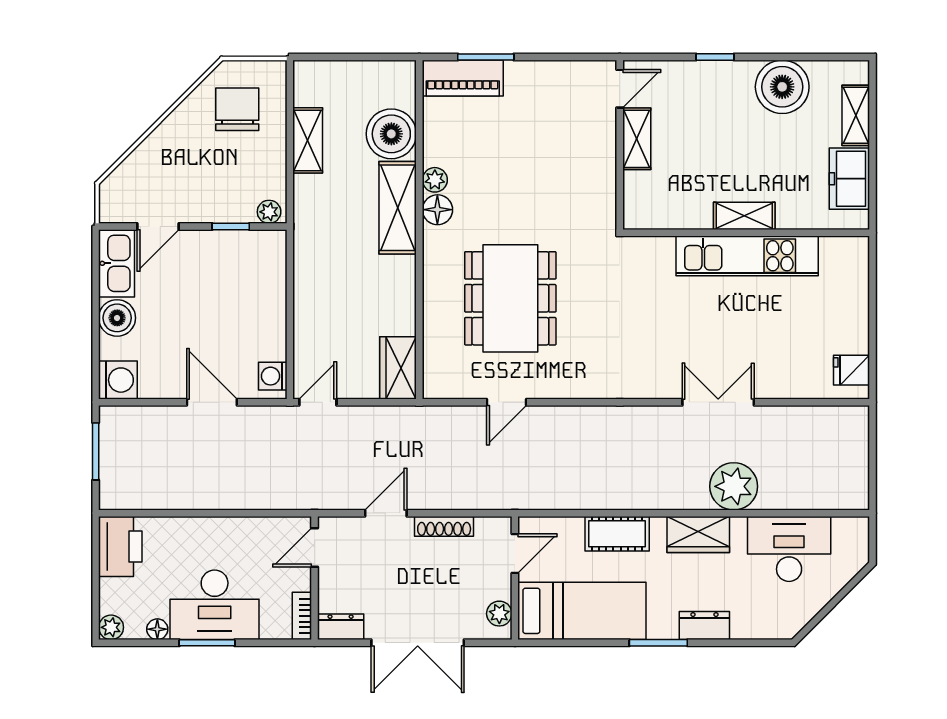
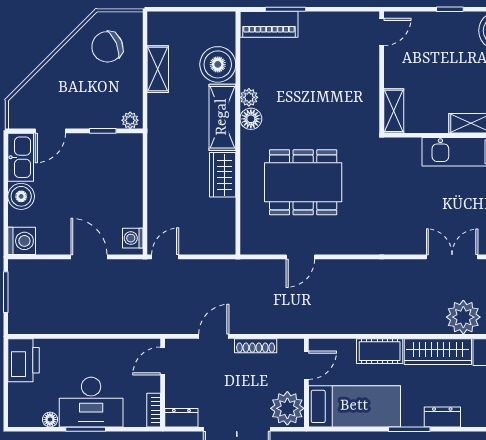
chair: (237, 109) -> (107, 47), turned -113
shelving: (637, 139) -> (394, 111), moved
dining table: (510, 298) -> (303, 182), turned 90
wardrobe: (398, 368) -> (223, 175), moved
wardrobe: (698, 534) -> (438, 352), width x1.50
plant: (499, 614) -> (287, 408), width x1.88, depth x1.88
plant: (111, 627) -> (17, 418), removed

